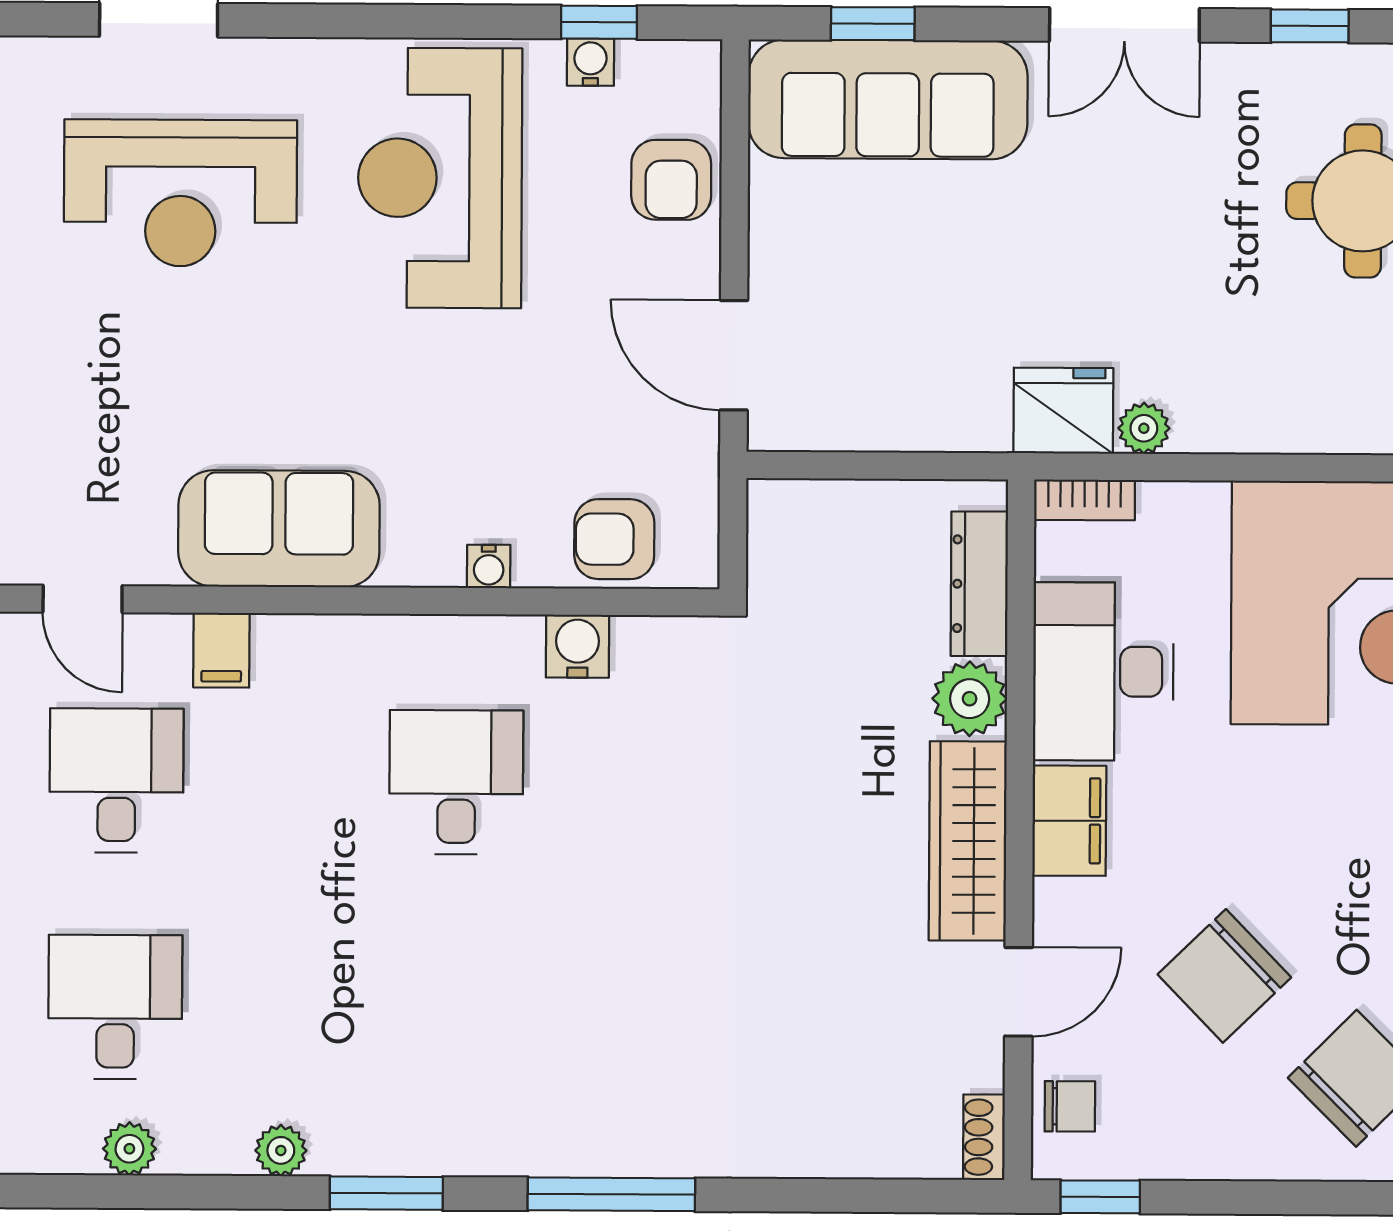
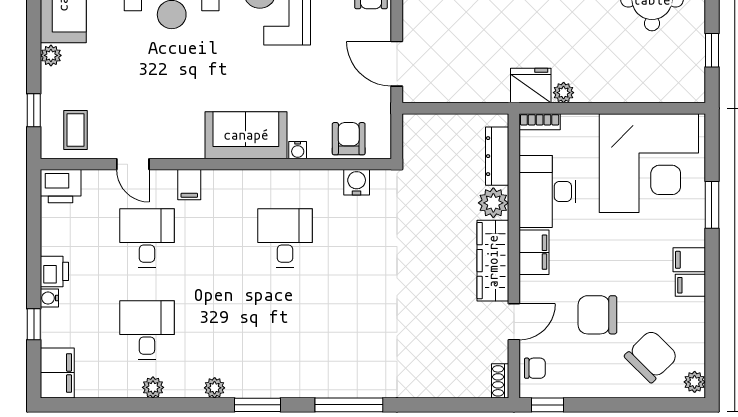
sofa: (279, 529) -> (246, 135), moved
armchair: (614, 539) -> (349, 139), turned 90
water cooler: (577, 646) -> (357, 182), moved
chair: (1224, 976) -> (597, 315), turned 44

